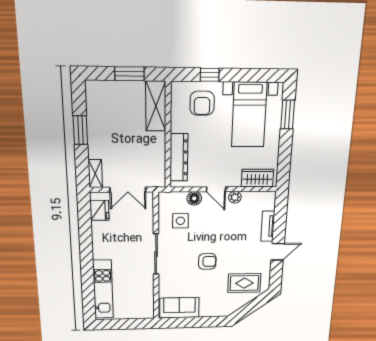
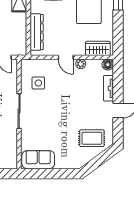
floor lamp: (194, 198) -> (108, 65), moved
armchair: (207, 261) -> (60, 118), removed

